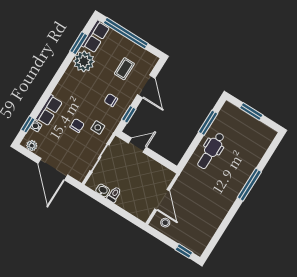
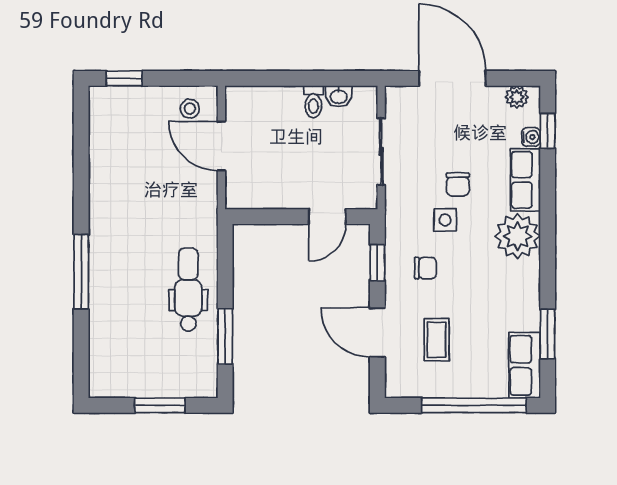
plant: (84, 61) -> (518, 236), moved
side table: (98, 127) -> (445, 220), moved

